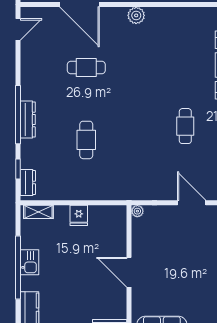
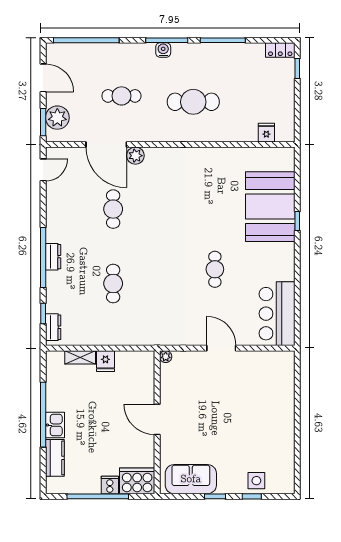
plant: (136, 15) -> (135, 156), moved
cafe table: (86, 67) -> (113, 209), turned 90
dresser: (28, 119) -> (53, 257), width x0.70
shelving: (38, 212) -> (80, 357), moved
kitchen sink: (30, 262) -> (55, 425), moved

